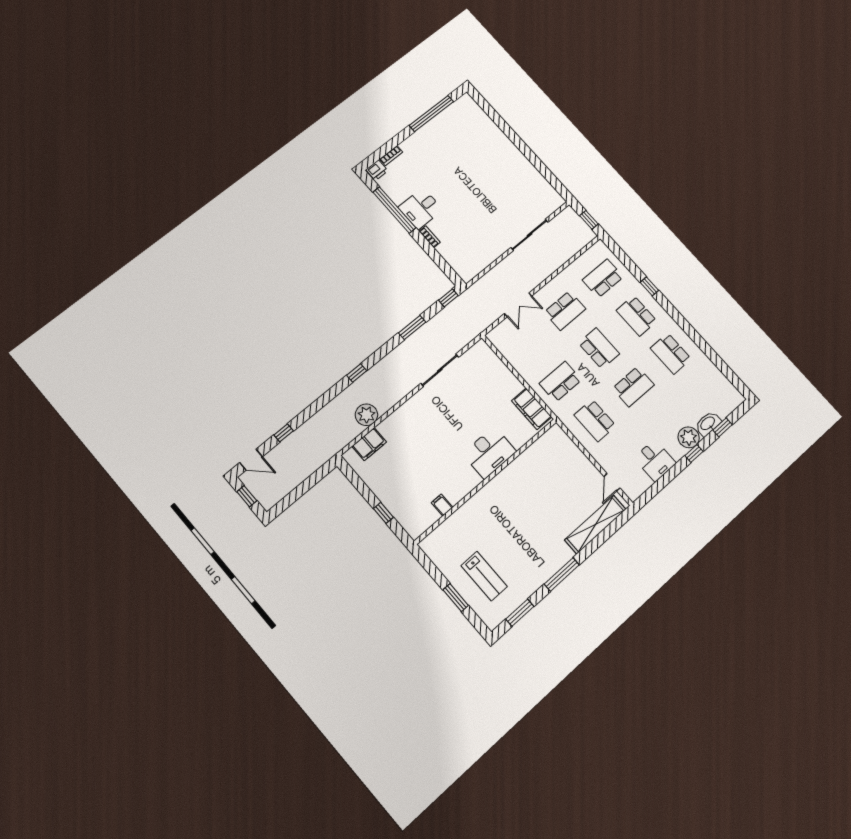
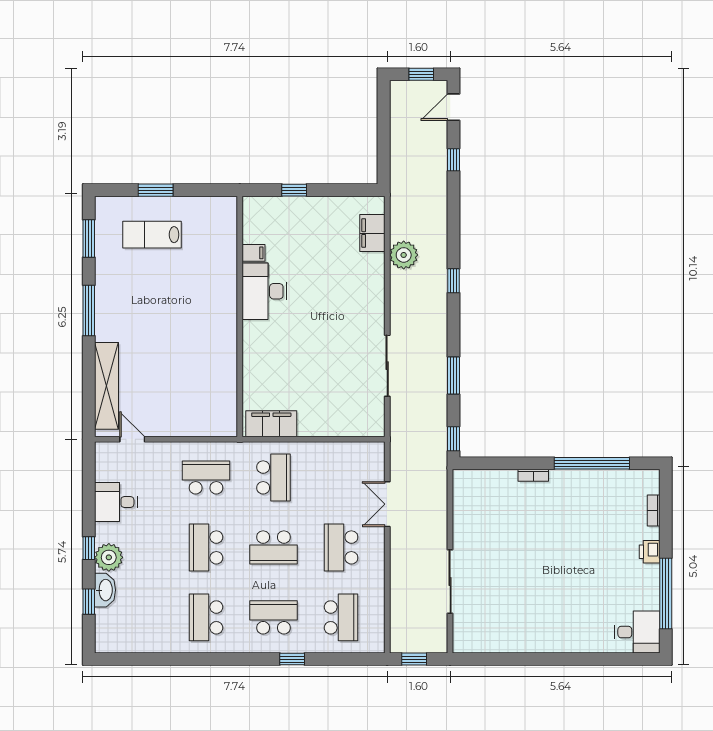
printer: (377, 170) -> (650, 552), moved
desk: (421, 208) -> (637, 632), moved, turned 90
school desk: (671, 353) -> (206, 617), turned -90
desk: (489, 453) -> (264, 291), moved

